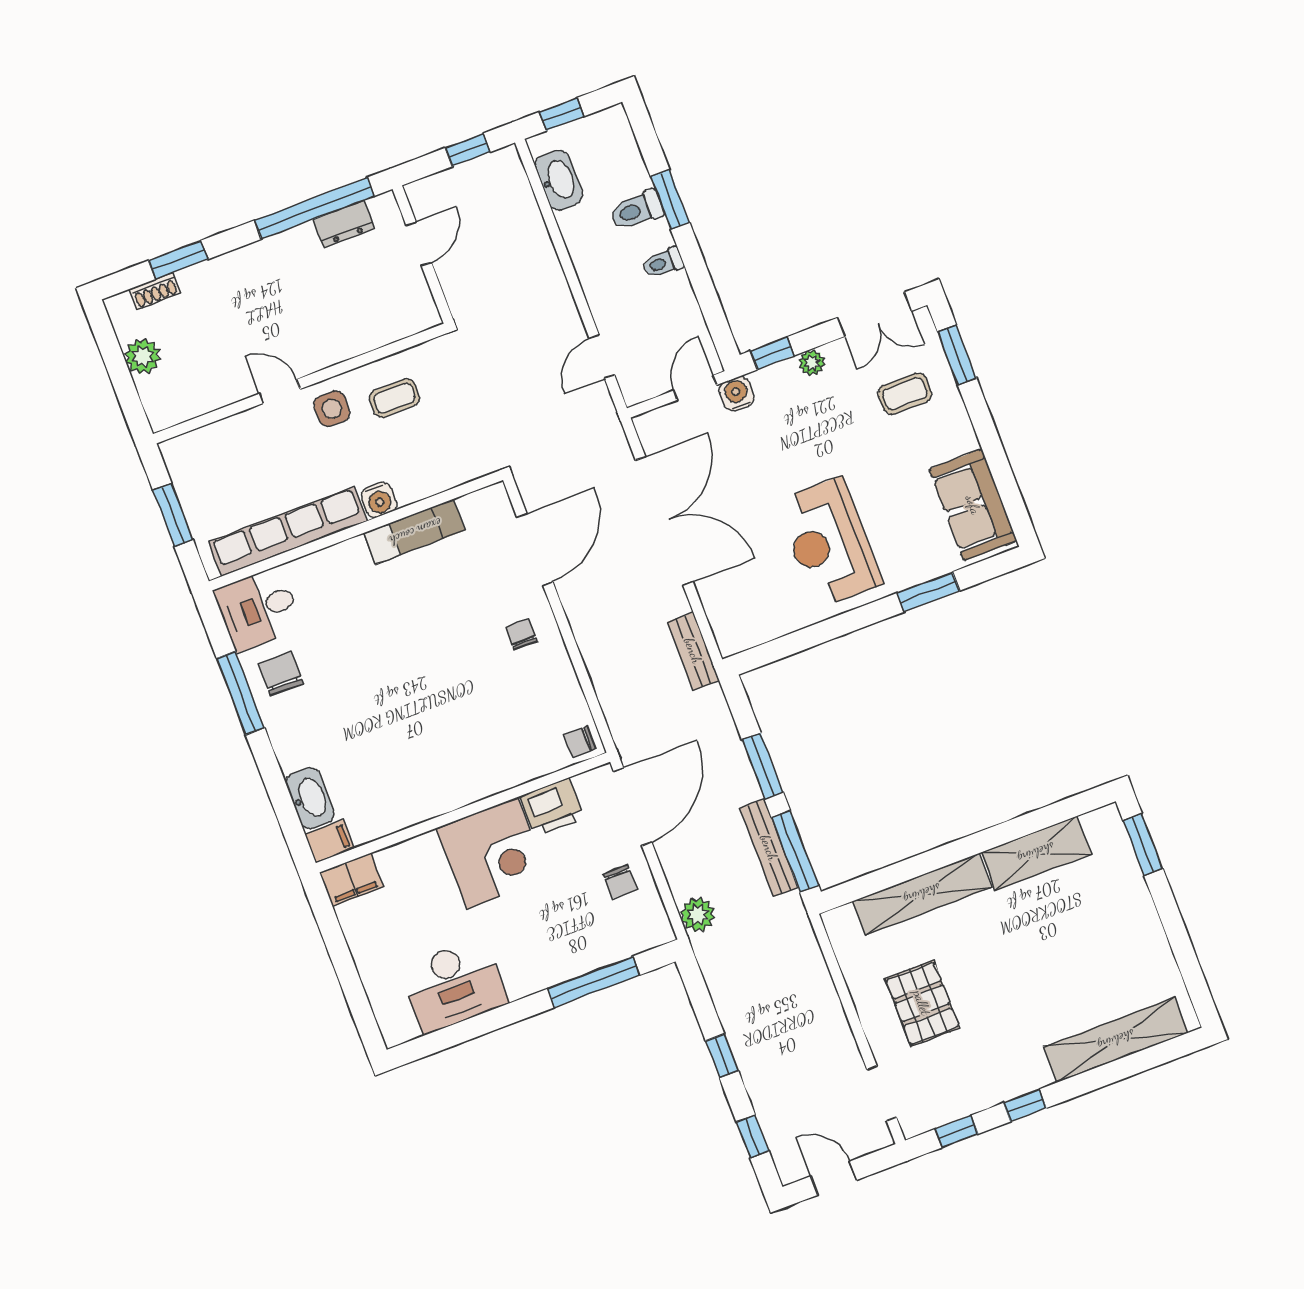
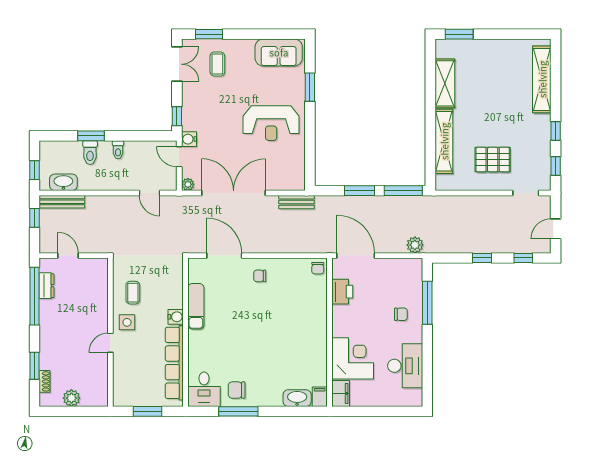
plant: (812, 363) -> (188, 184), moved
bench: (769, 848) -> (62, 202), moved
corner desk: (492, 853) -> (353, 358), moved
chair: (620, 882) -> (401, 314), moved

